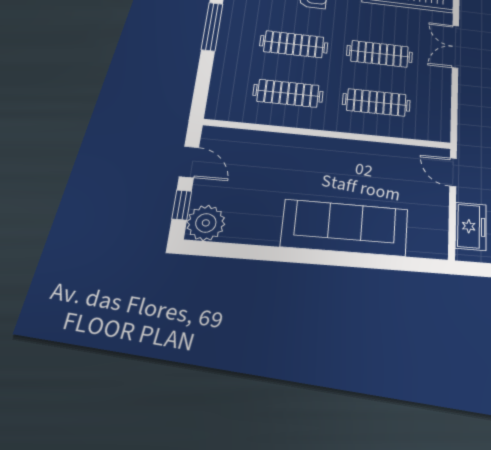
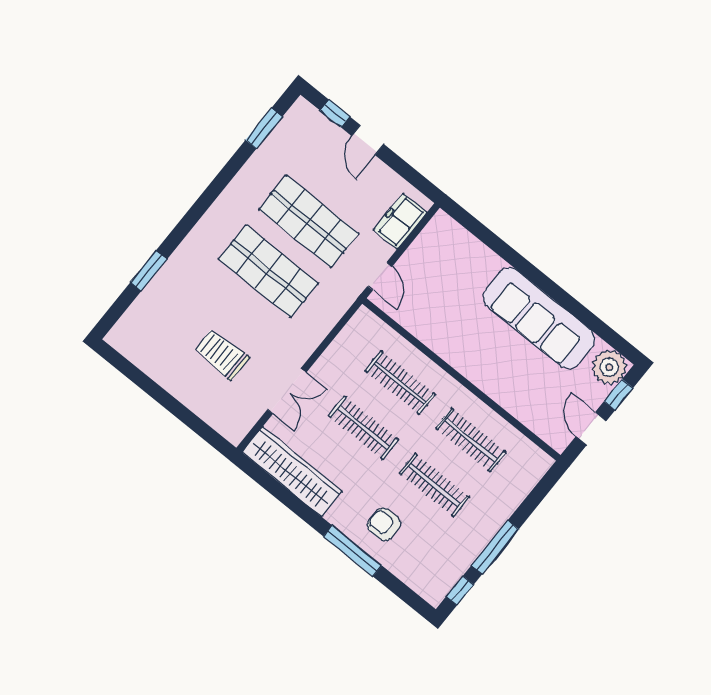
sofa: (345, 228) -> (539, 318), moved

